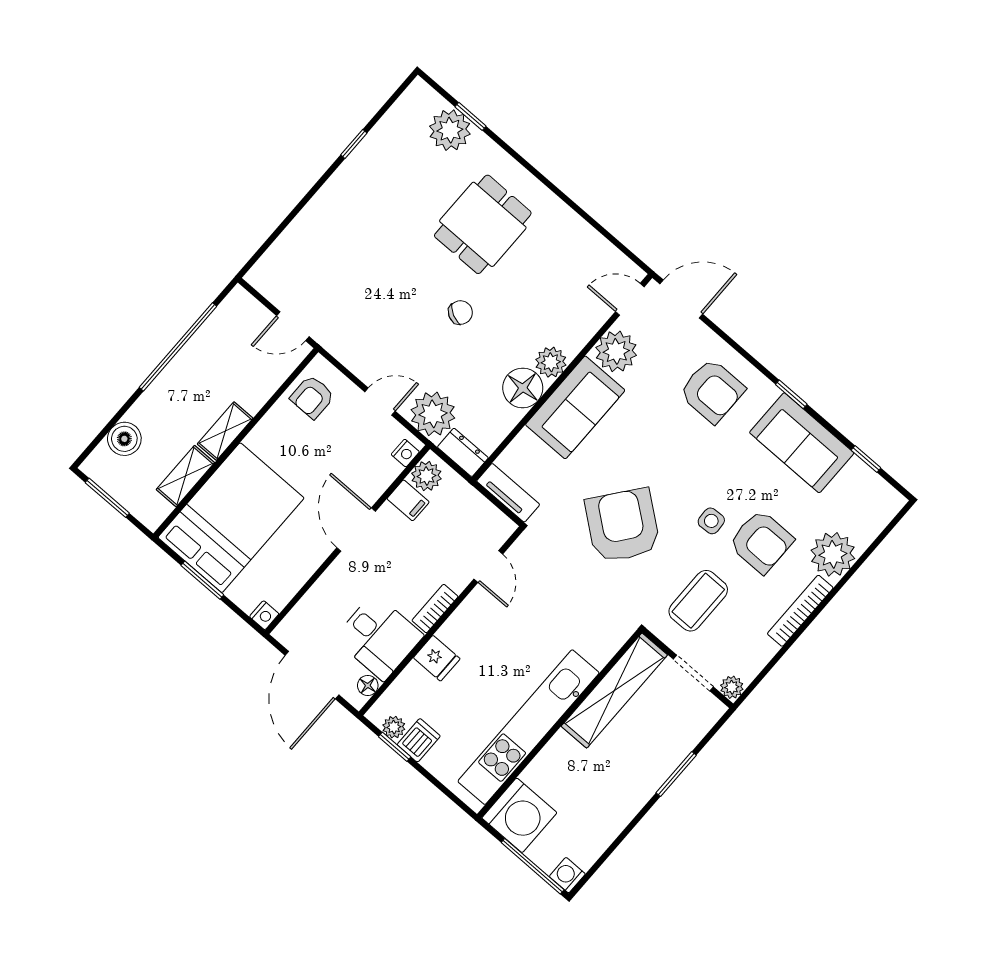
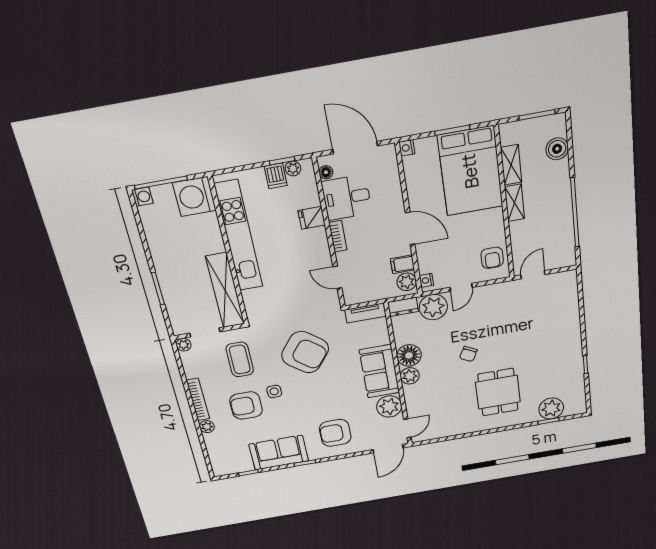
armchair: (312, 397) -> (492, 258), turned 180
plant: (833, 554) -> (207, 427), width x0.53, depth x0.53

